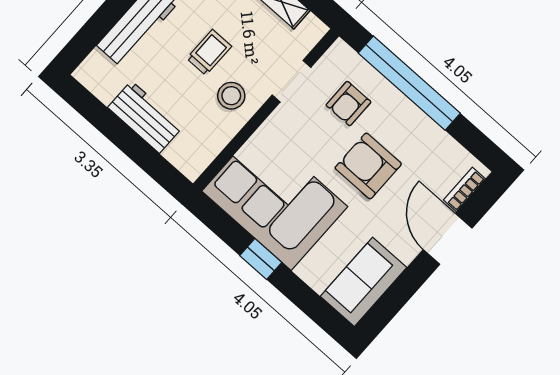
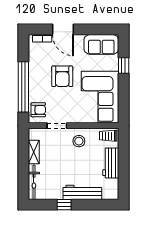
trolley: (209, 52) -> (108, 136), moved
armchair: (348, 104) -> (38, 110), moved
door: (448, 239) -> (63, 29), hinge flipped
window: (261, 259) -> (124, 66), moved

